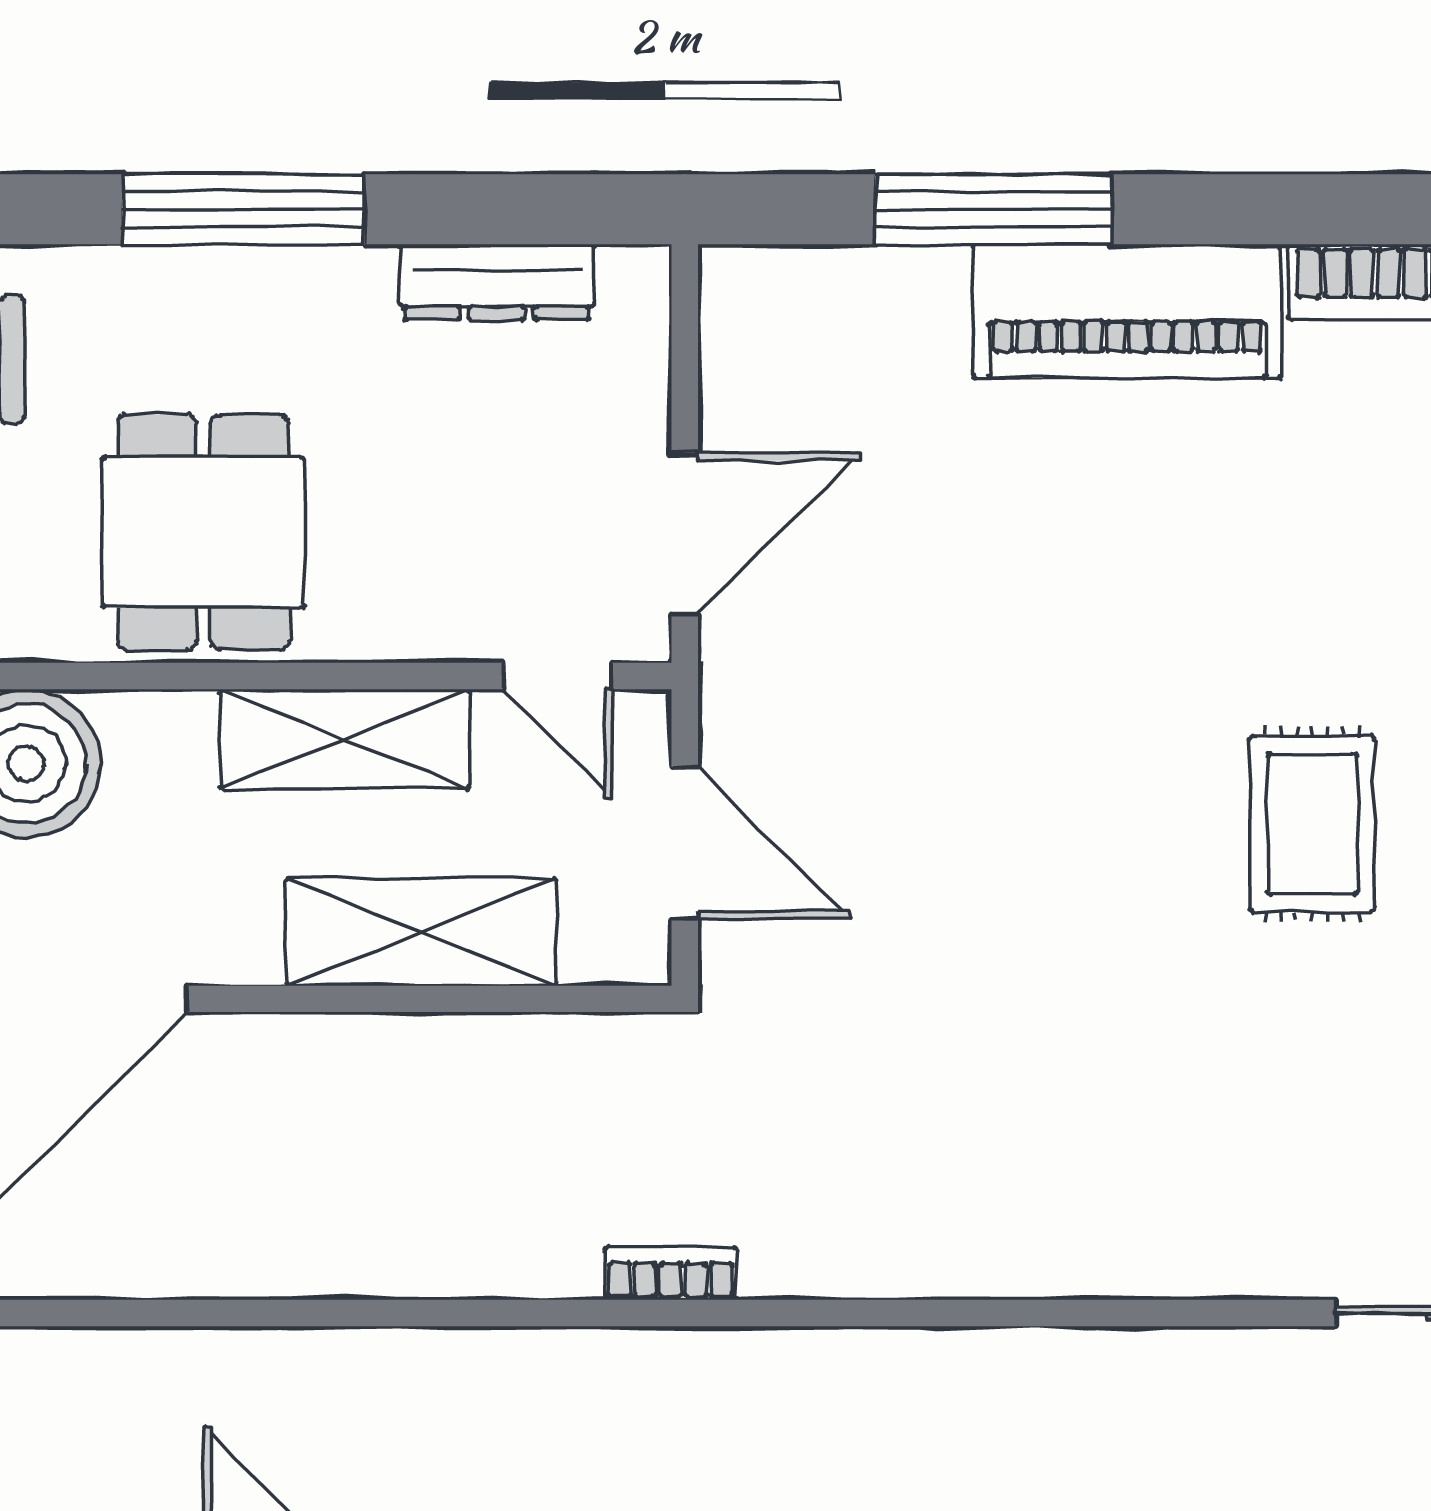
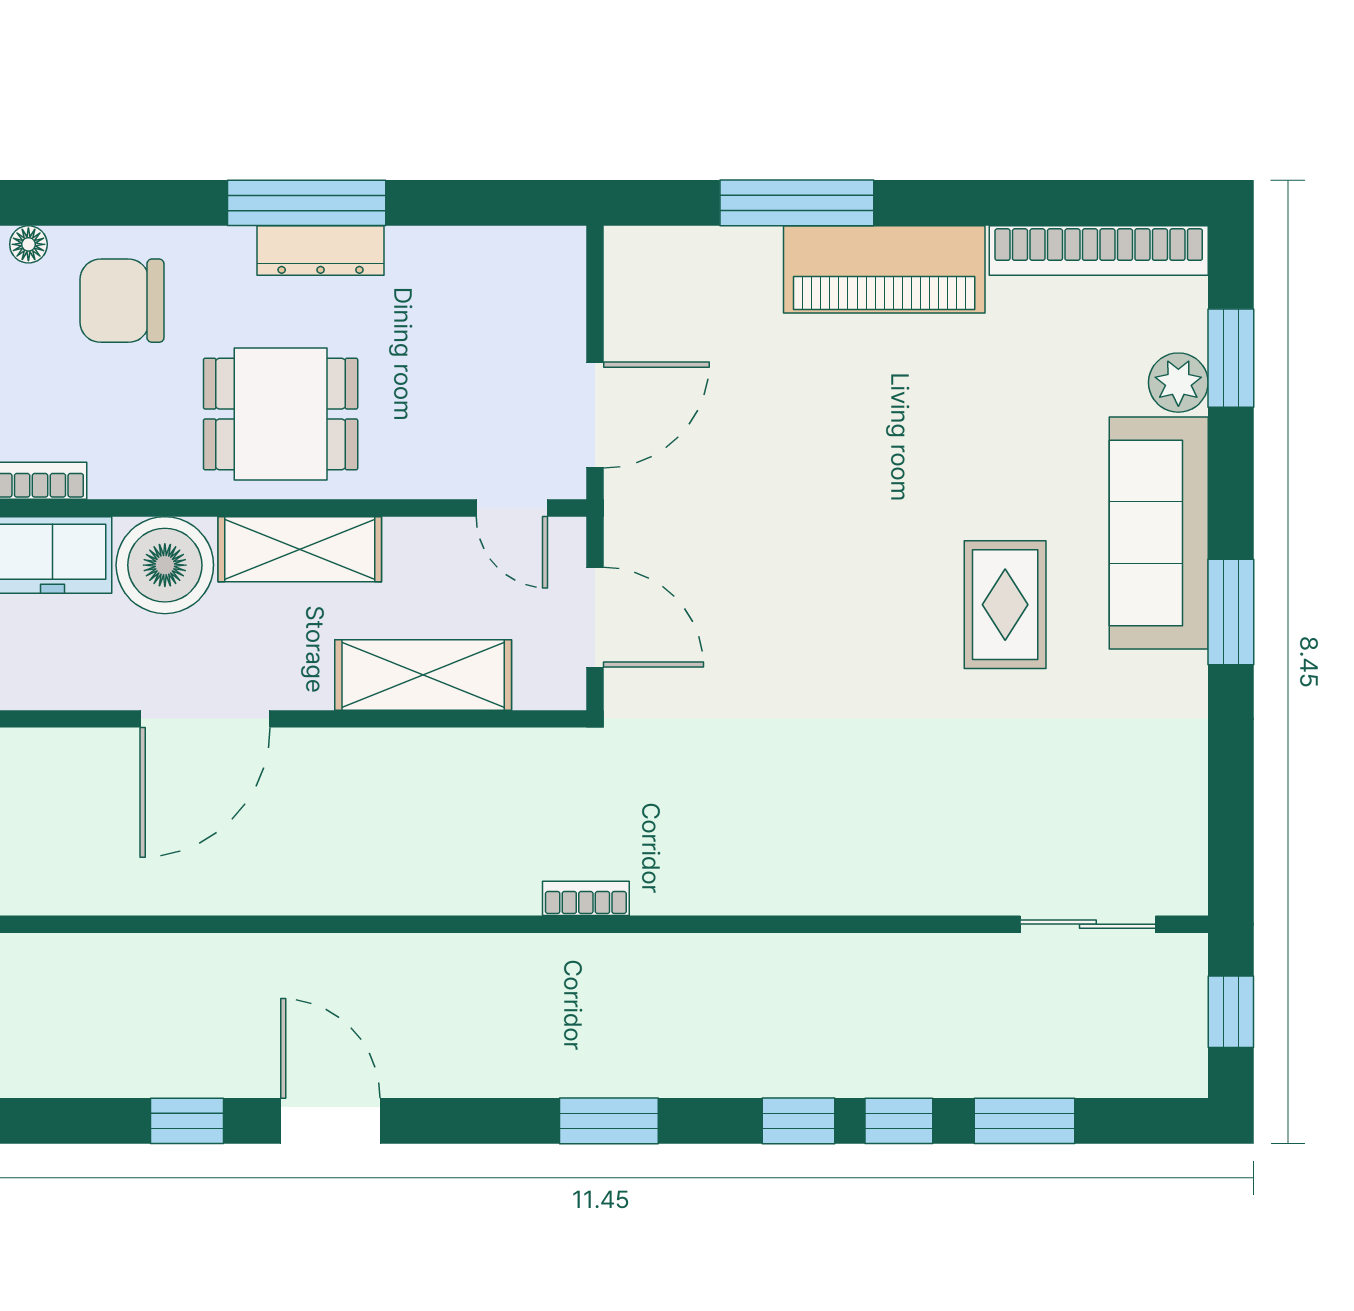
dresser: (497, 282) -> (321, 251), moved
dining table: (203, 532) -> (281, 414), turned 90
shelving: (345, 739) -> (300, 549), moved

